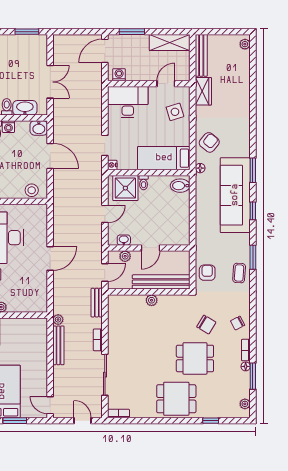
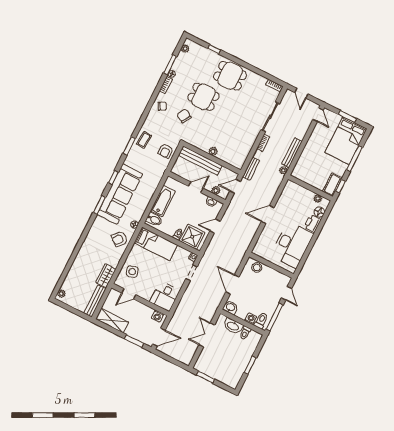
desk: (128, 102) -> (165, 296), width x0.73
bathtub: (181, 212) -> (163, 201), added

